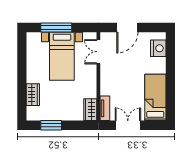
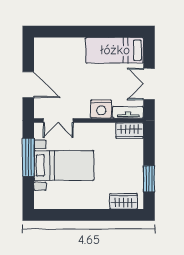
window: (56, 27) -> (28, 157), moved
nightstand: (158, 48) -> (101, 109), moved, turned 180
wardrobe: (33, 95) -> (124, 201), moved

